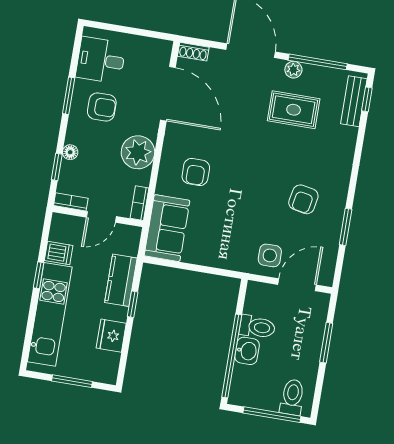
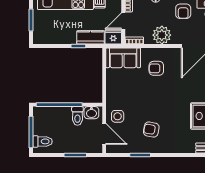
door: (101, 217) -> (123, 21), hinge flipped
fridge: (111, 336) -> (113, 37), moved
washbasin: (247, 351) -> (91, 113), moved

